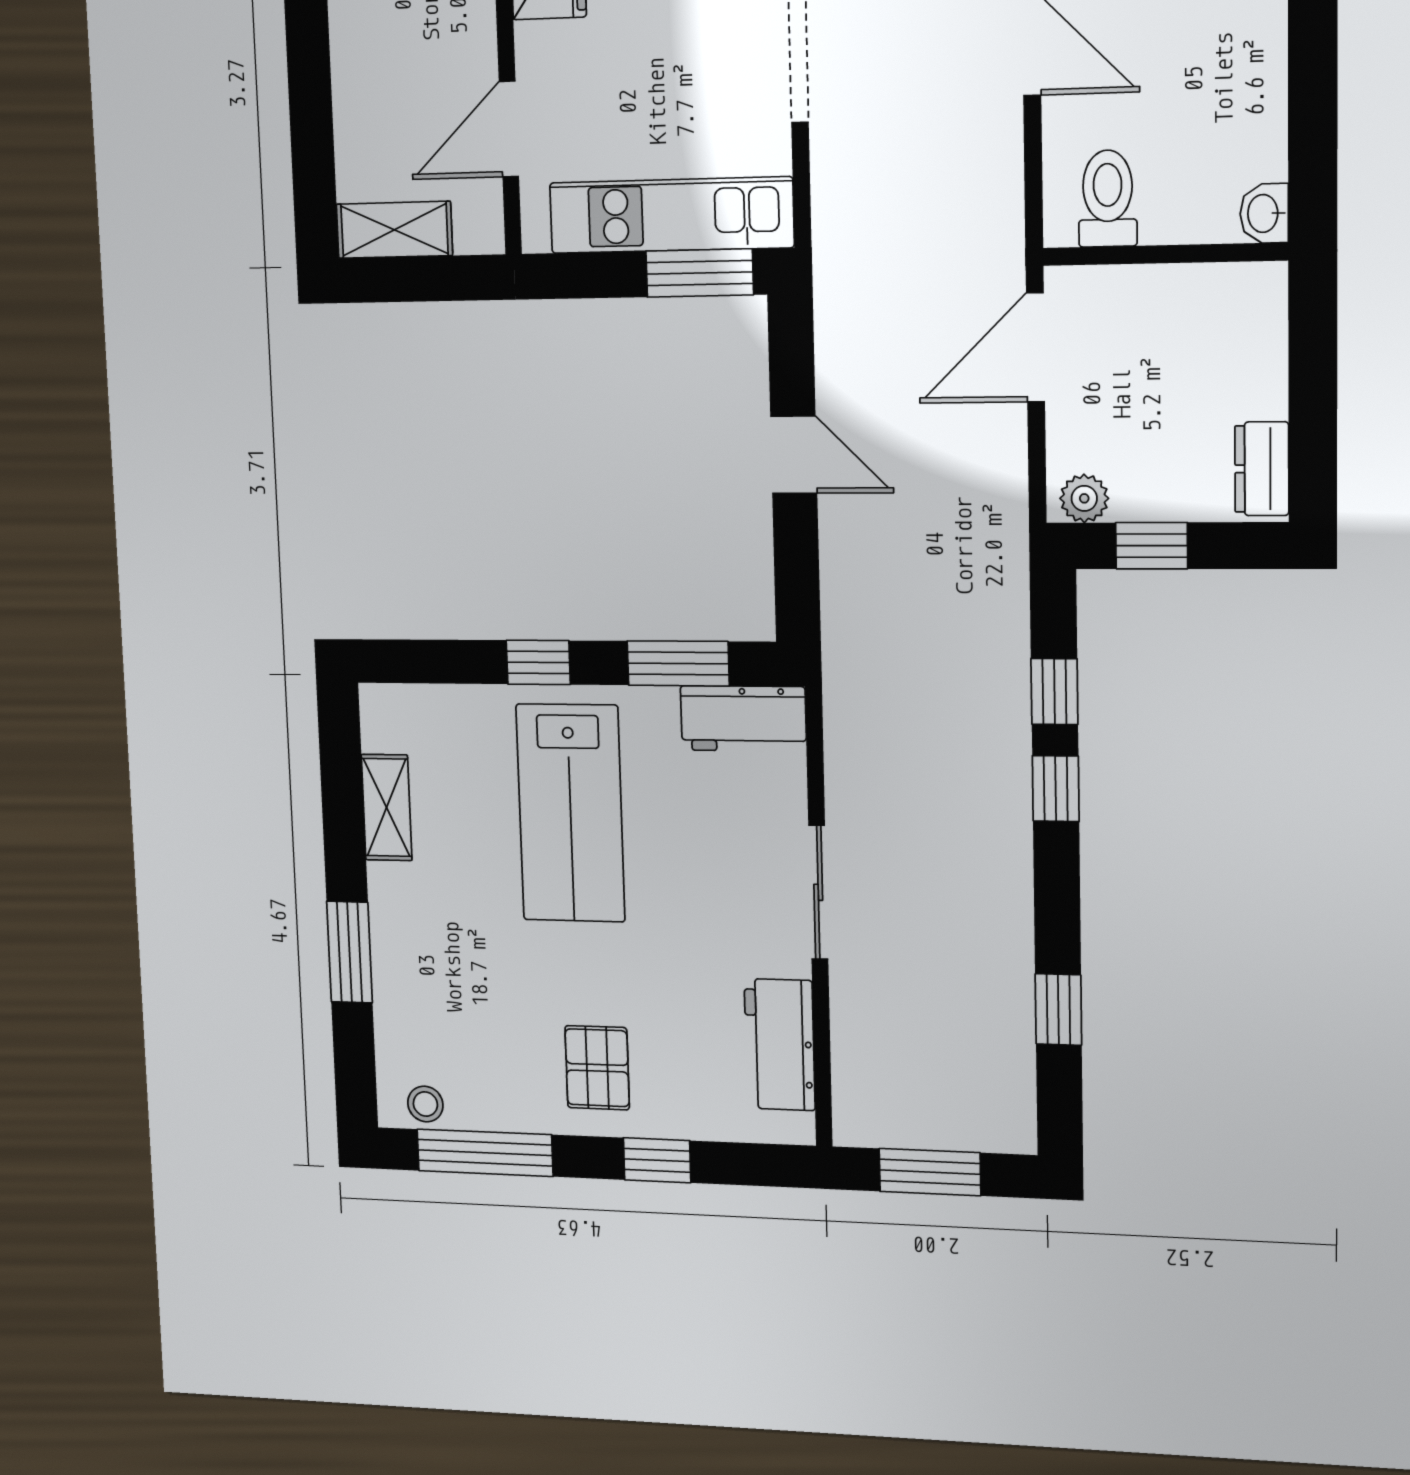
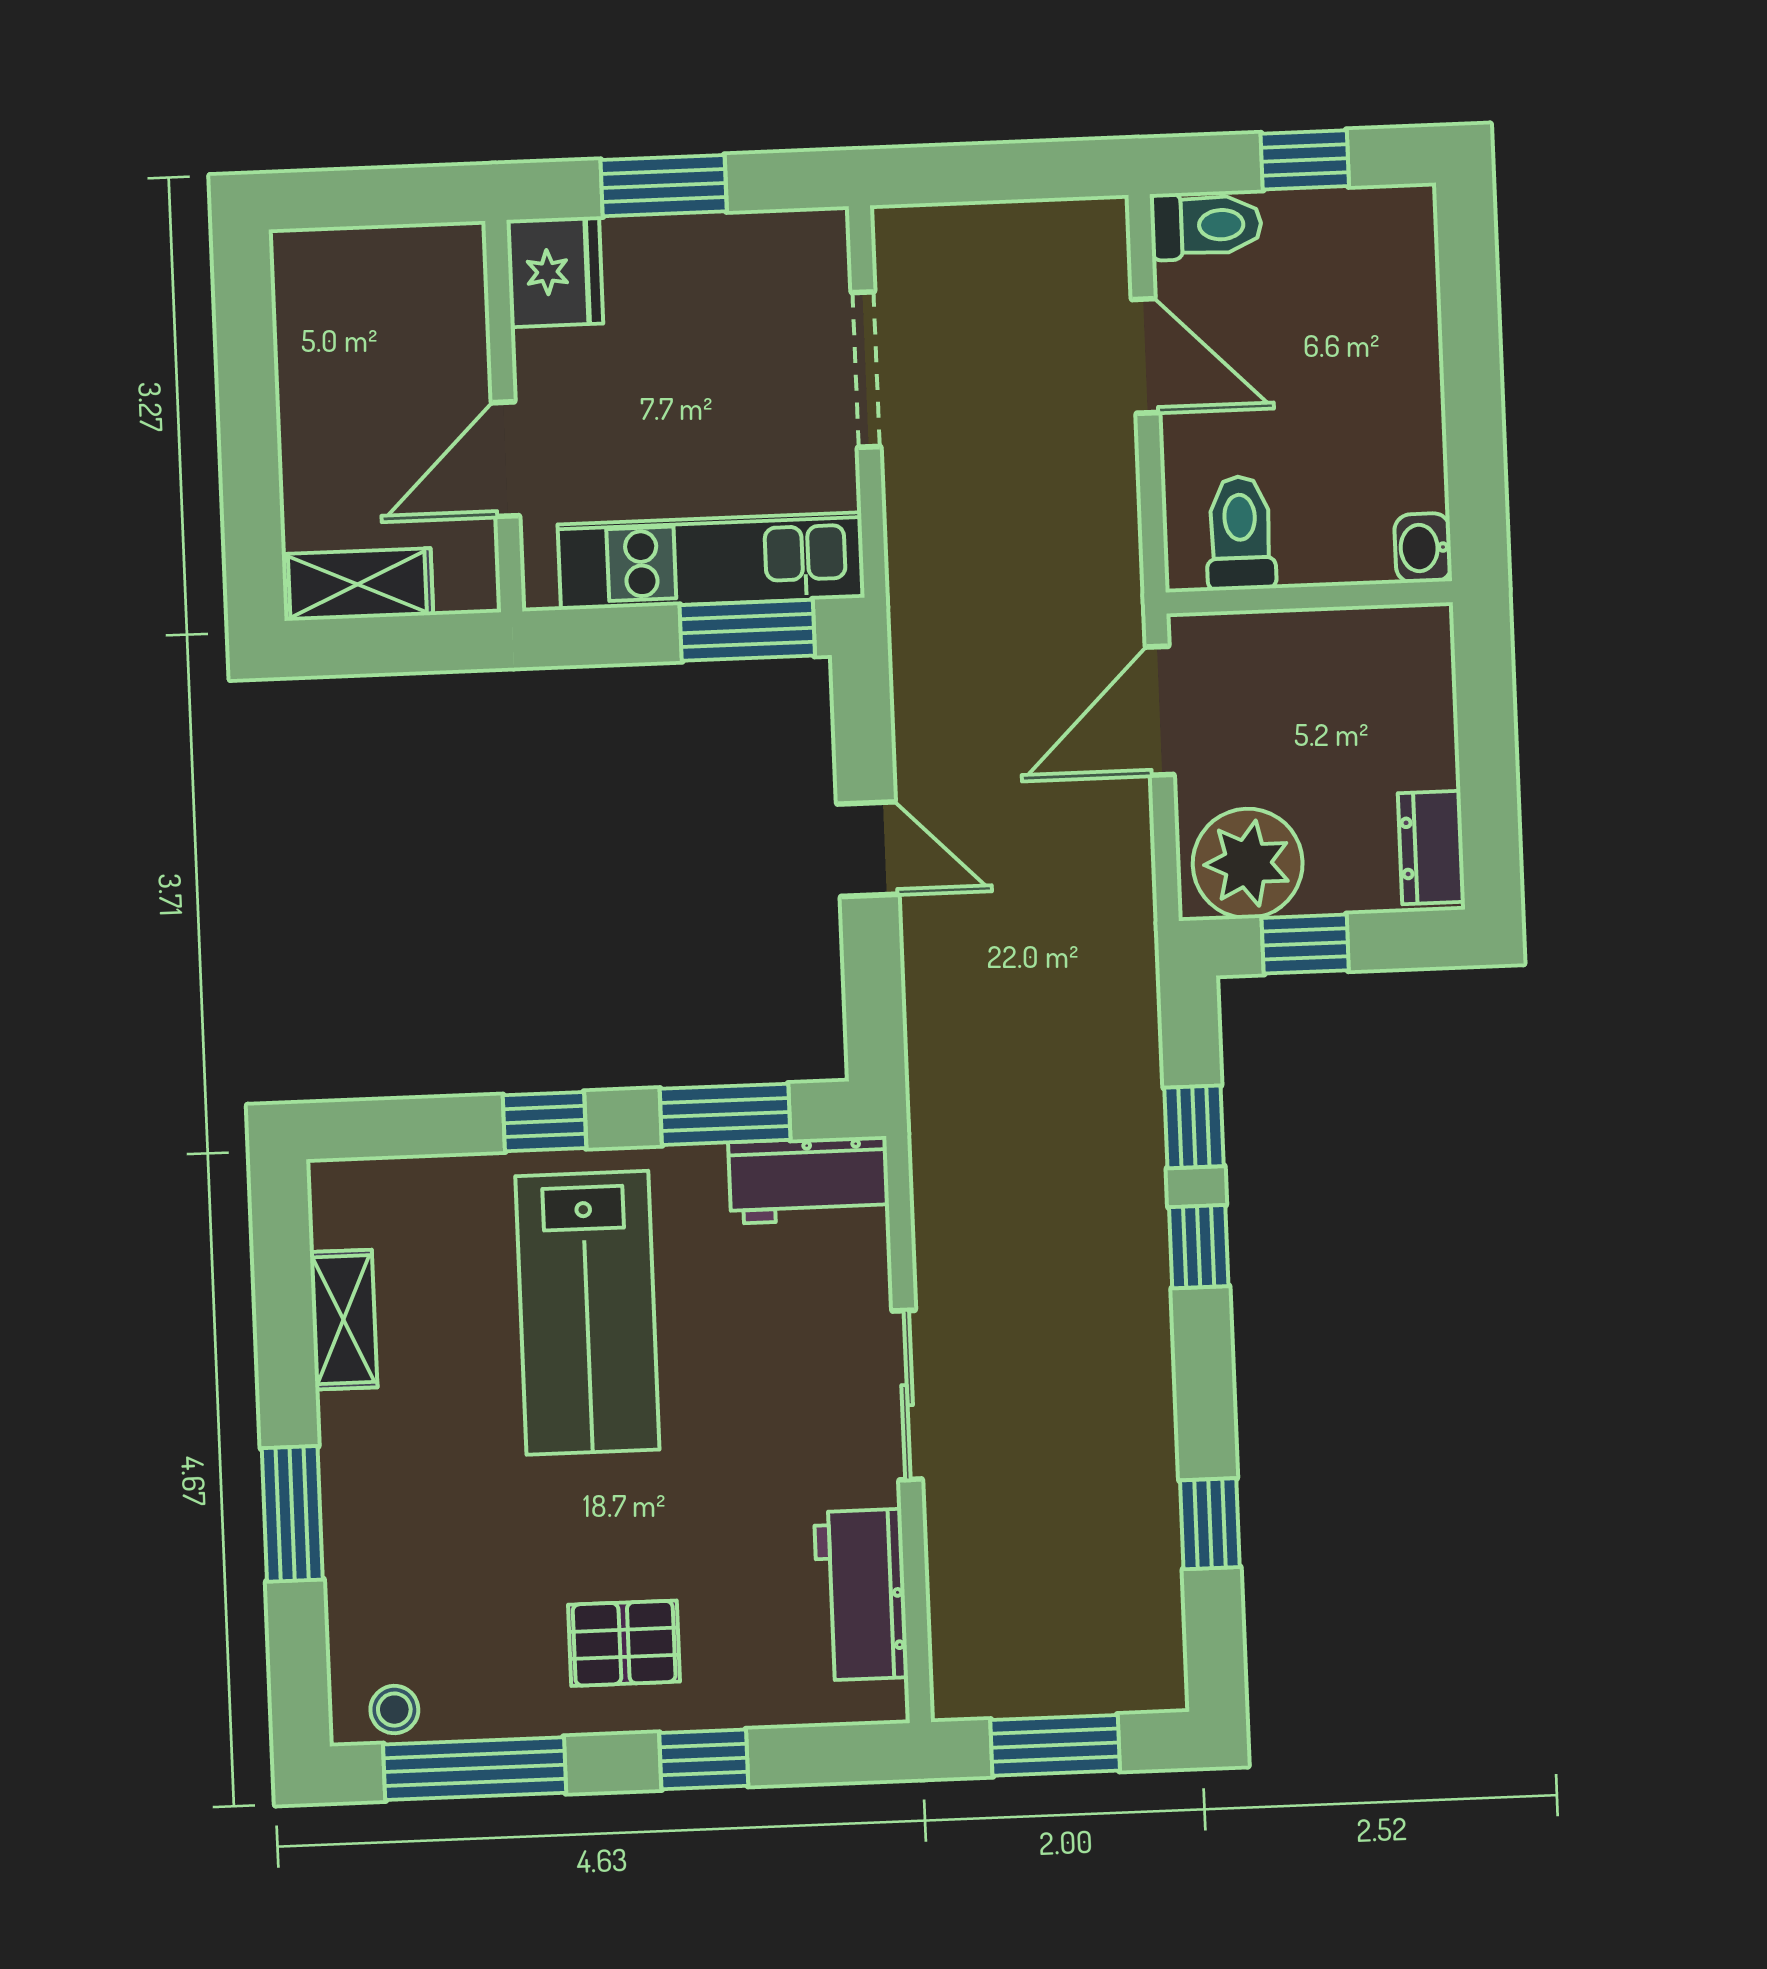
plant: (1084, 498) -> (1248, 863), width x1.87, depth x1.87
pallet: (597, 1068) -> (624, 1643), turned 90

